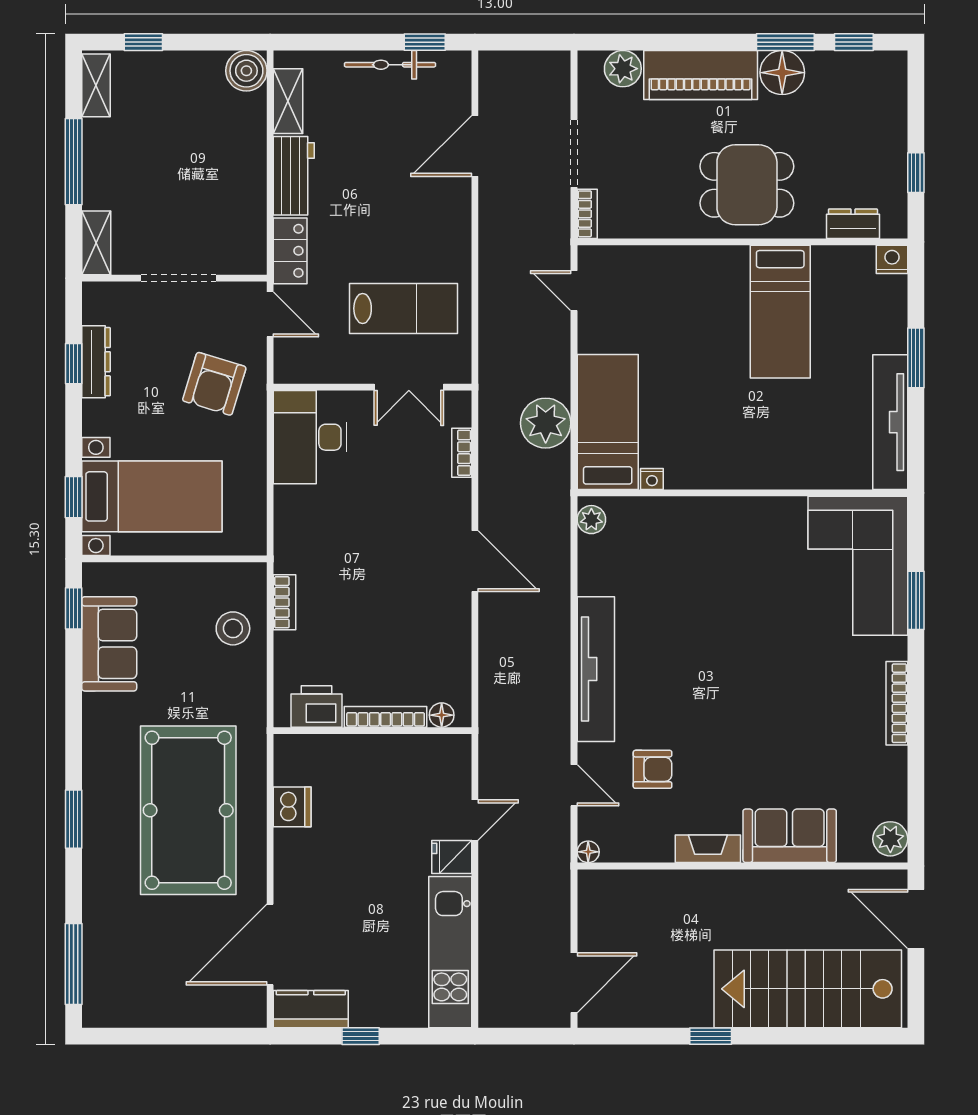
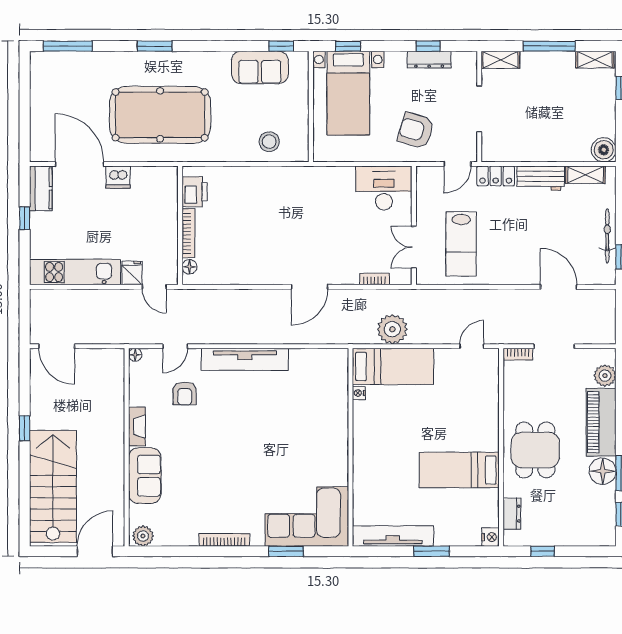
plant: (591, 520) -> (334, 357), removed
bookcase: (284, 602) -> (285, 173), removed
printer: (316, 706) -> (195, 192), moved
floor lamp: (442, 715) -> (189, 267), moved
bookcase: (386, 717) -> (188, 233), moved
wall: (373, 731) -> (180, 225), moved
dishwasher: (292, 807) -> (118, 177), moved

